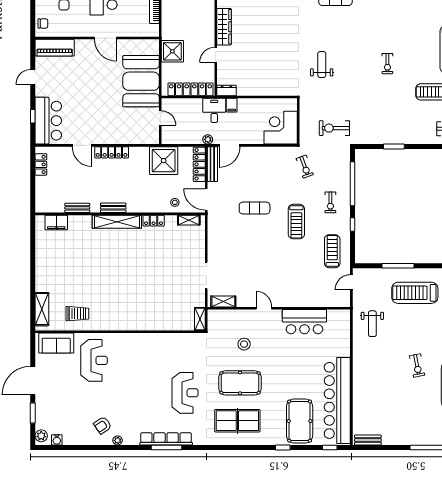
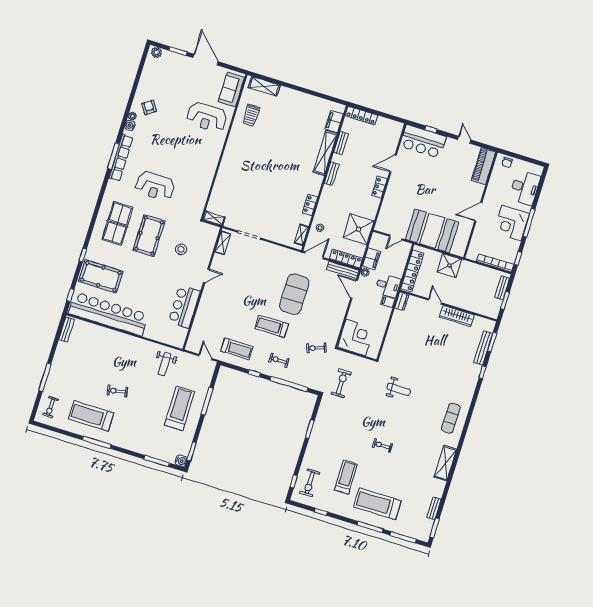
filing cabinet: (191, 137) -> (371, 259), added
locker: (112, 152) -> (379, 187), width x0.66
locker: (41, 164) -> (361, 116), moved, width x1.53
exercise mat: (255, 208) -> (294, 294), width x2.00, depth x1.45
shelving: (117, 222) -> (325, 153), moved
weight bench: (372, 324) -> (165, 364), turned -90
water cooler: (57, 440) -> (130, 125), moved

